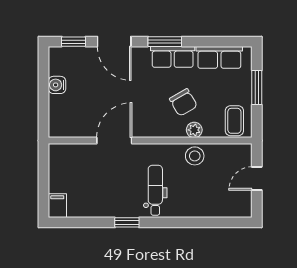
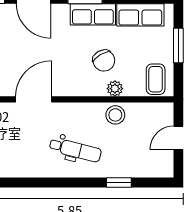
dental chair: (155, 190) -> (75, 150), turned 104
window: (127, 222) -> (119, 183), moved

